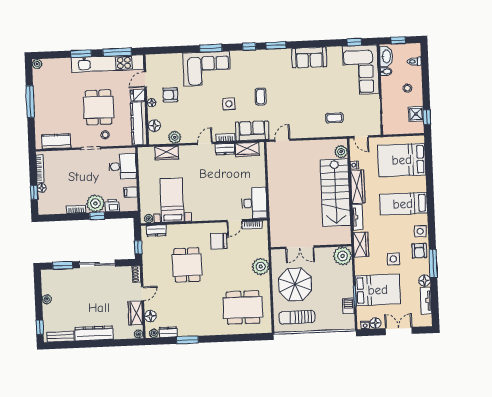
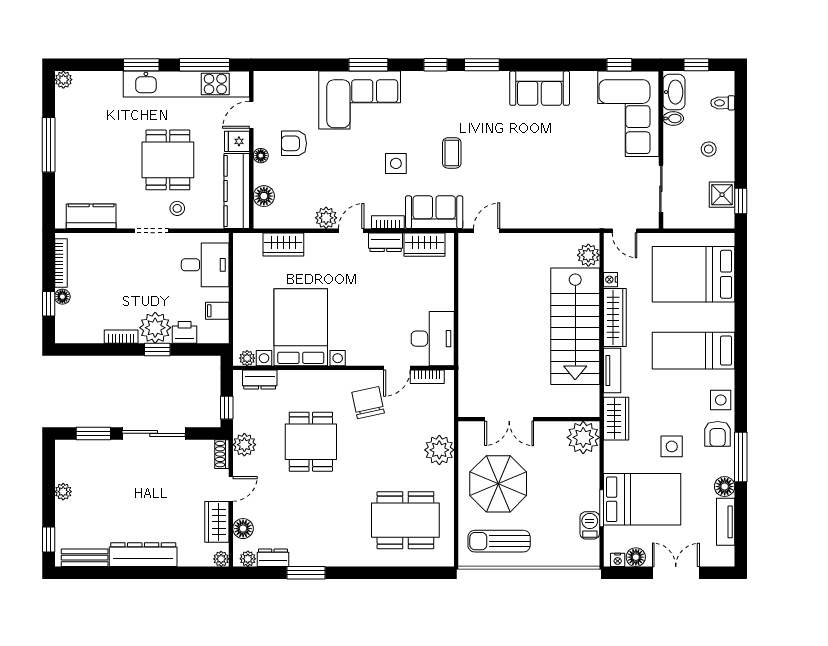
coffee table: (334, 118) -> (579, 196), removed
plant: (175, 137) -> (326, 218), moved
bed with nightstands: (172, 200) -> (301, 327), width x1.36
chair: (219, 241) -> (368, 403), turned 78
plant: (149, 268) -> (244, 445), added

